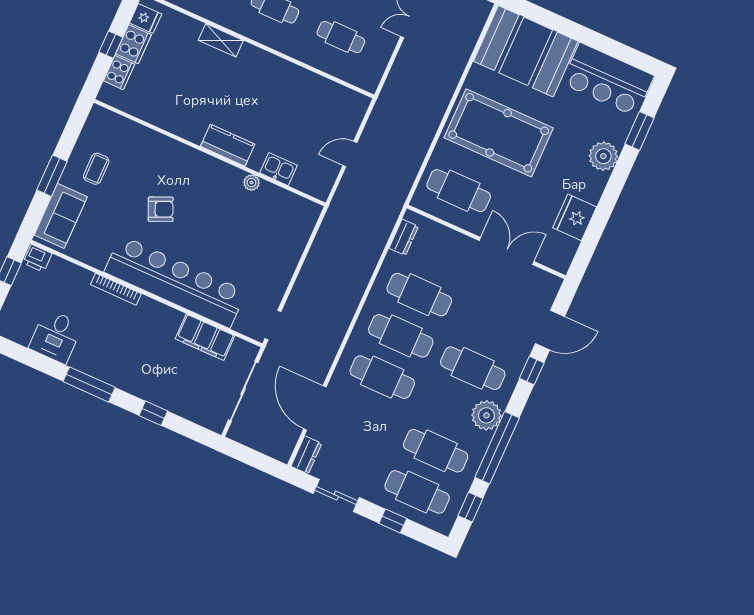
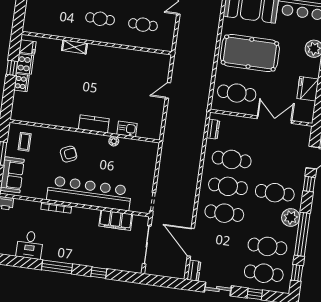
kitchen counter: (228, 145) -> (94, 124), moved
wall: (210, 153) -> (85, 131), moved
kitchen sink: (279, 169) -> (127, 129), moved
plant: (252, 183) -> (114, 141), moved

